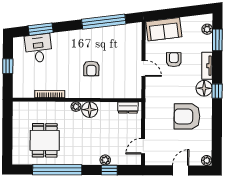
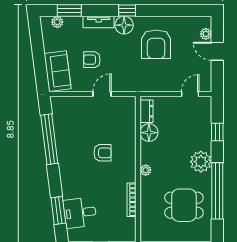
floor lamp: (90, 110) -> (149, 133), moved
door: (143, 146) -> (190, 94), swing flipped
plant: (105, 160) -> (201, 162), moved, width x1.88, depth x1.88
plant: (207, 160) -> (206, 34), moved

